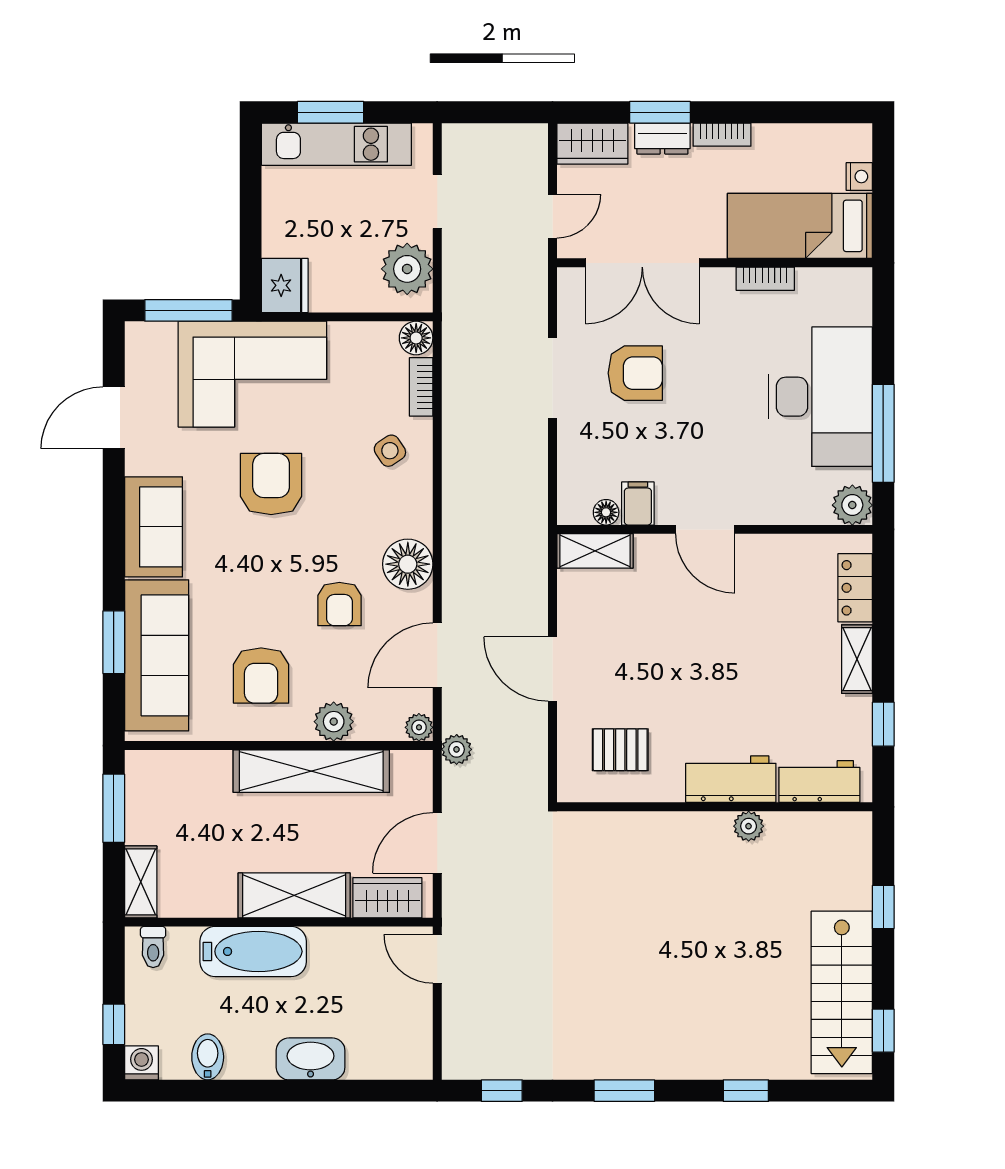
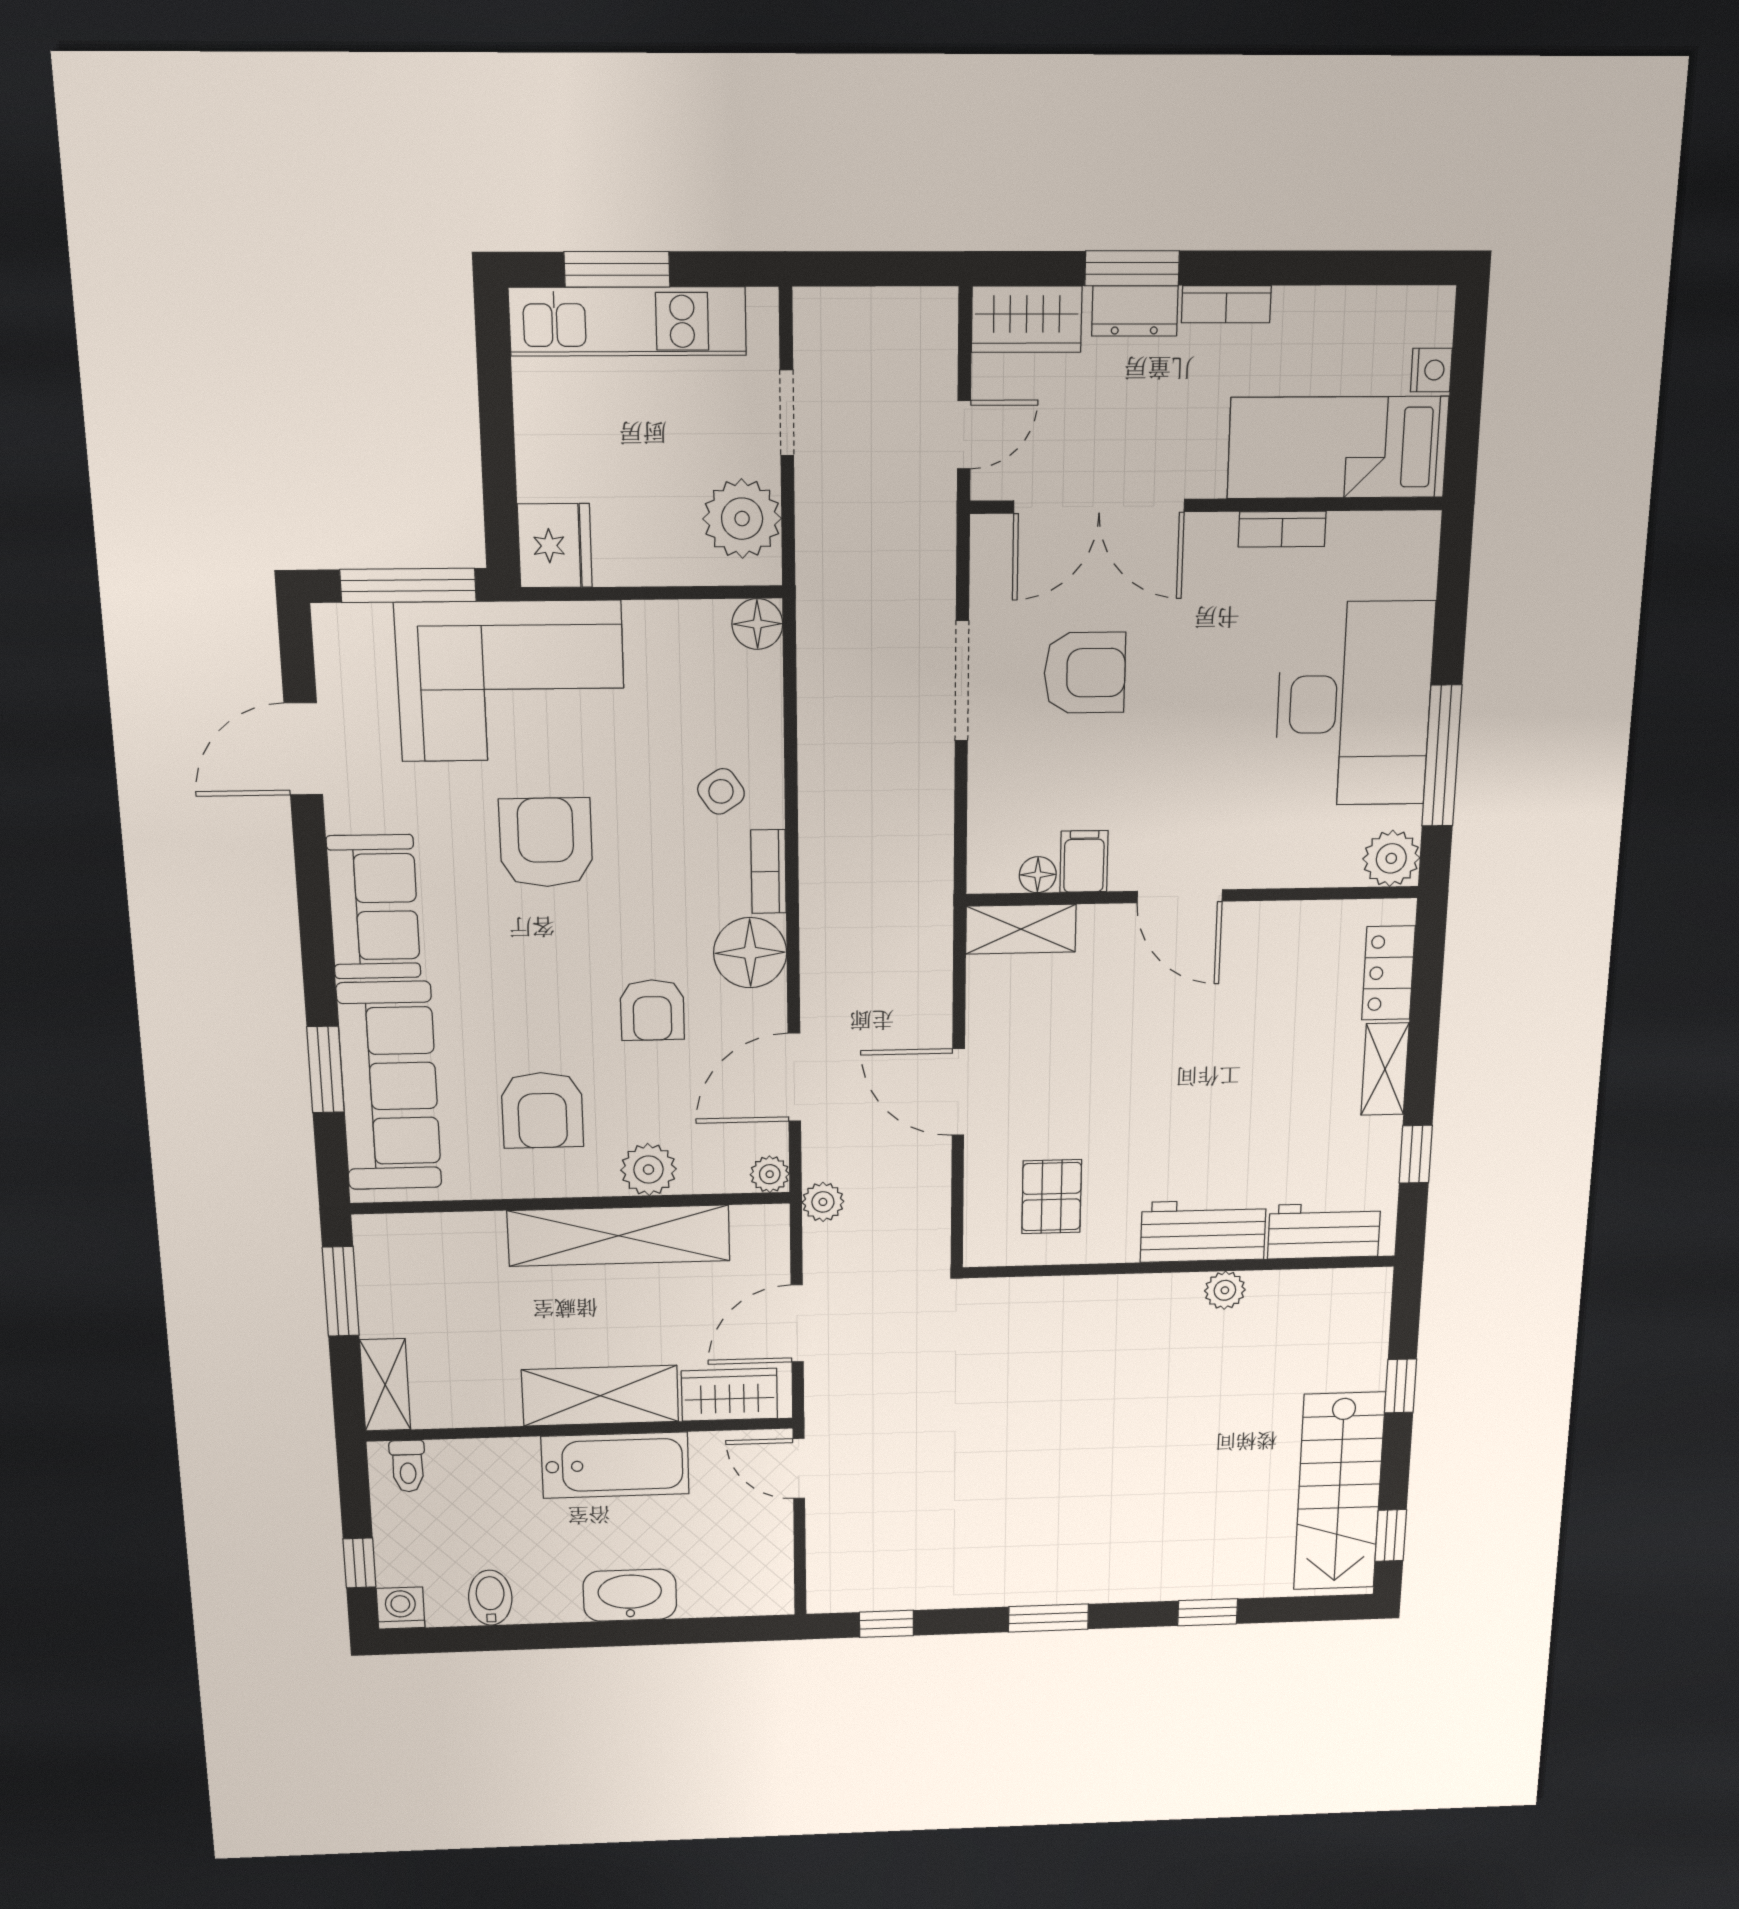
bookcase: (421, 387) -> (769, 872), moved
pallet: (620, 750) -> (1052, 1197), turned 90
bathtub: (253, 951) -> (615, 1465), moved

